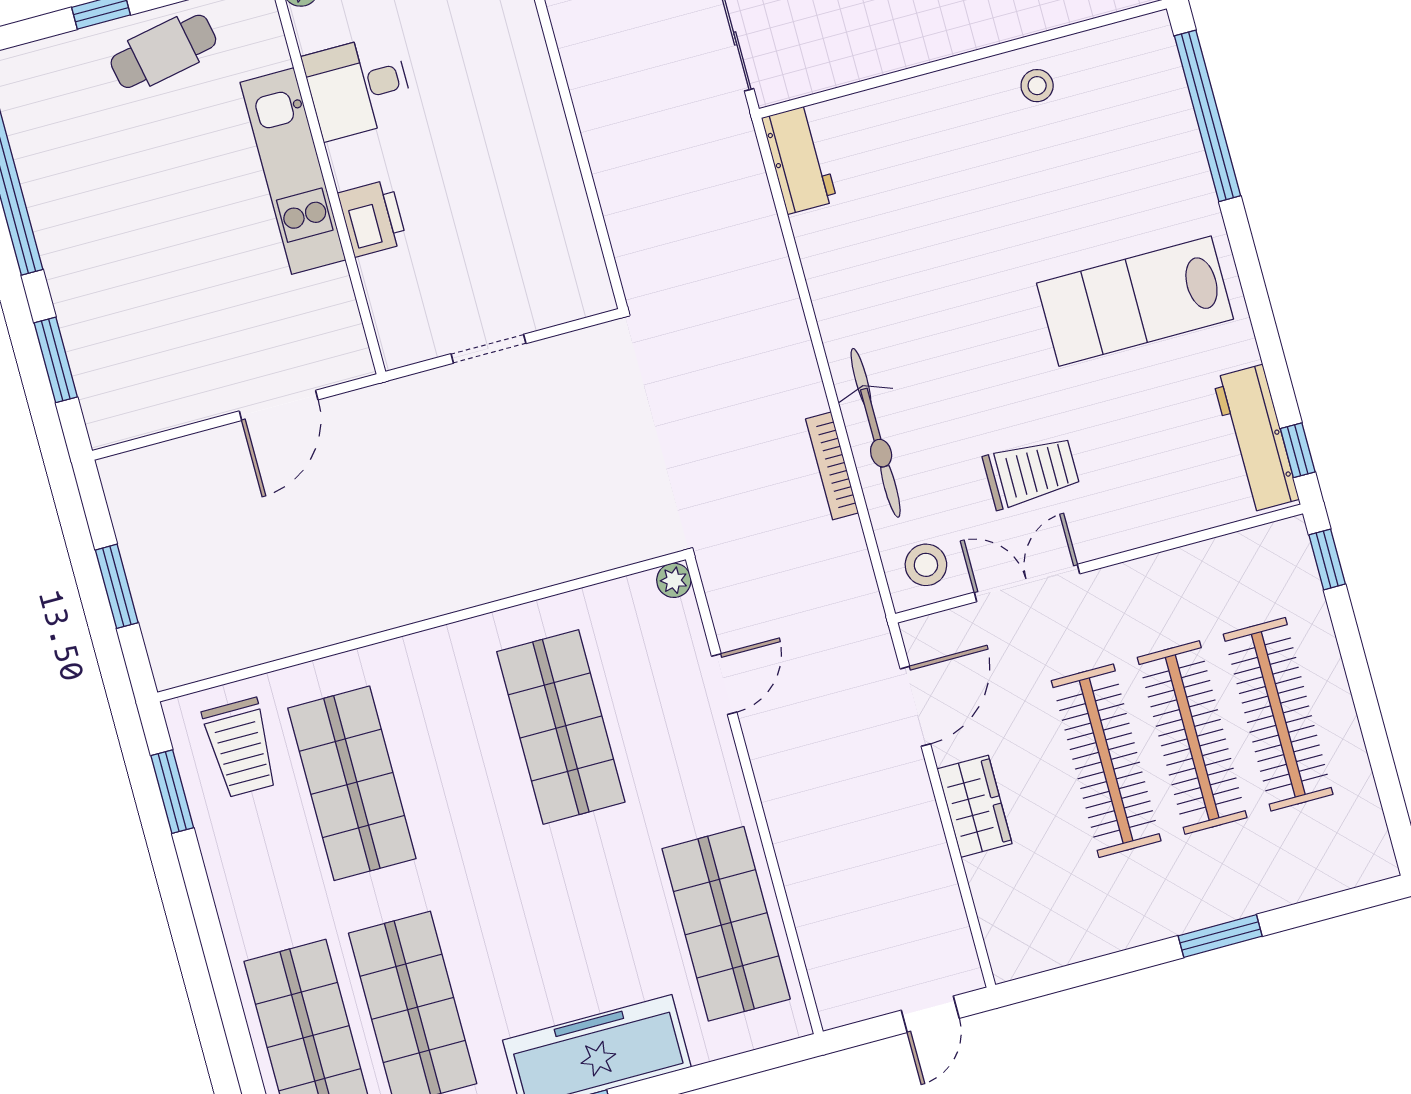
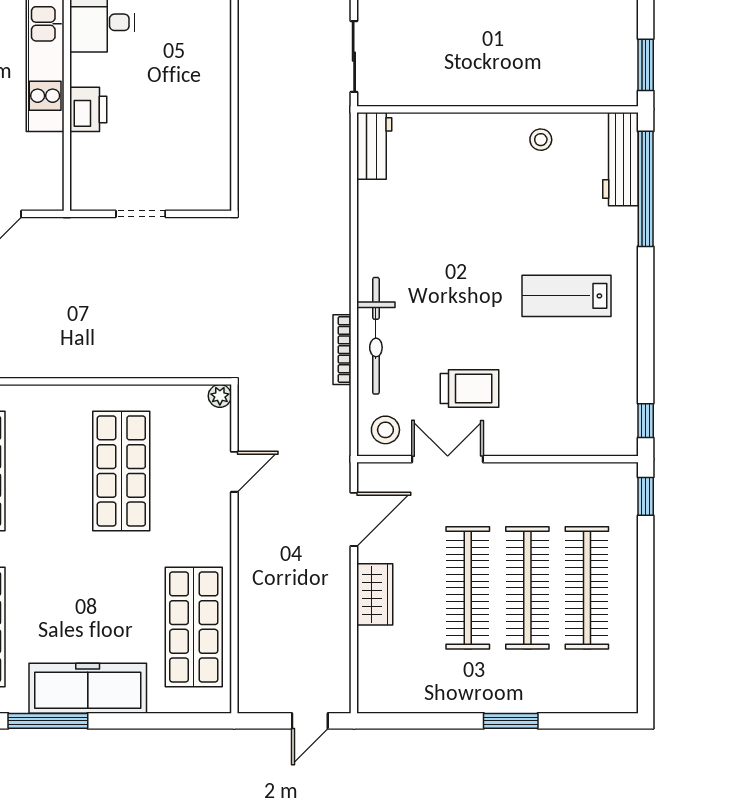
lab bench: (1135, 301) -> (567, 296), width x0.73, depth x0.72
workbench: (1256, 439) -> (621, 159), moved

